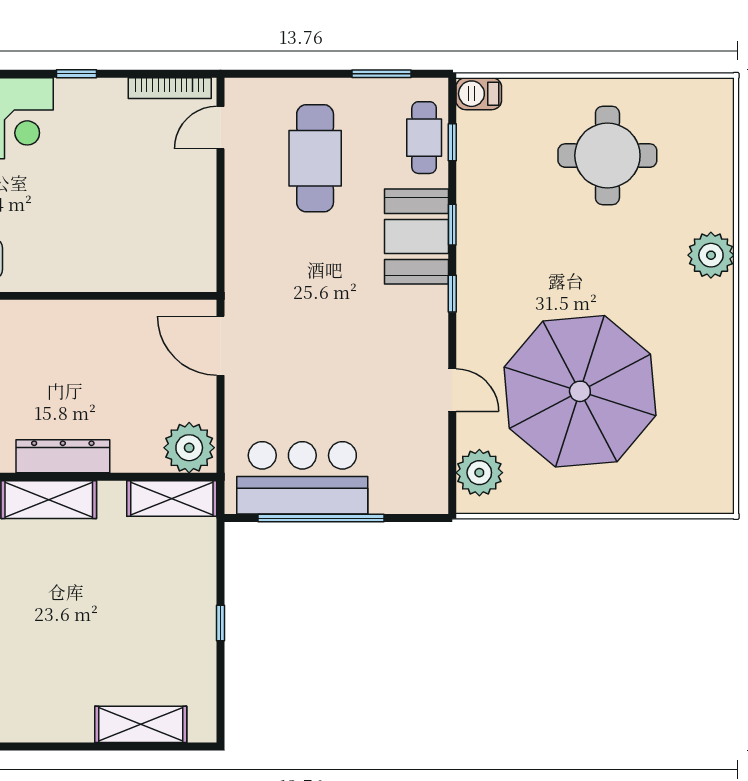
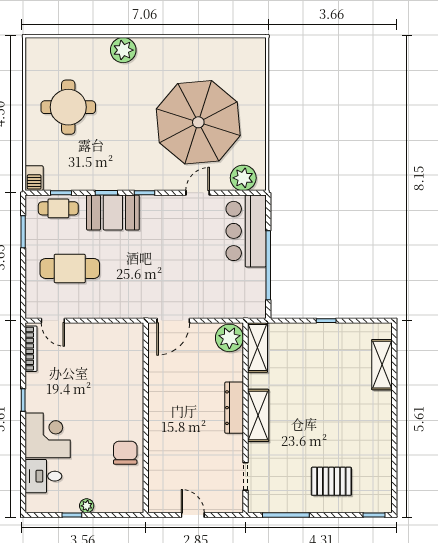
bar counter: (302, 478) -> (246, 231), moved

